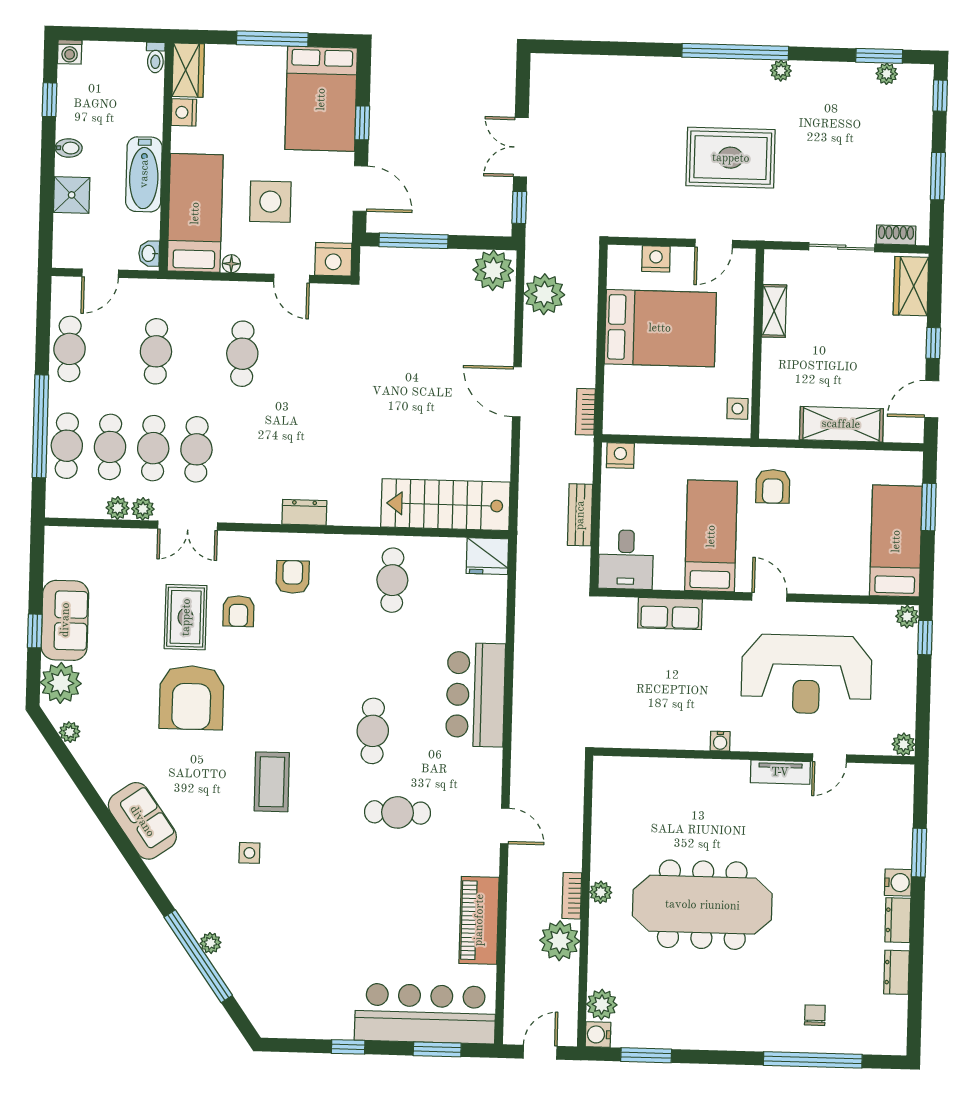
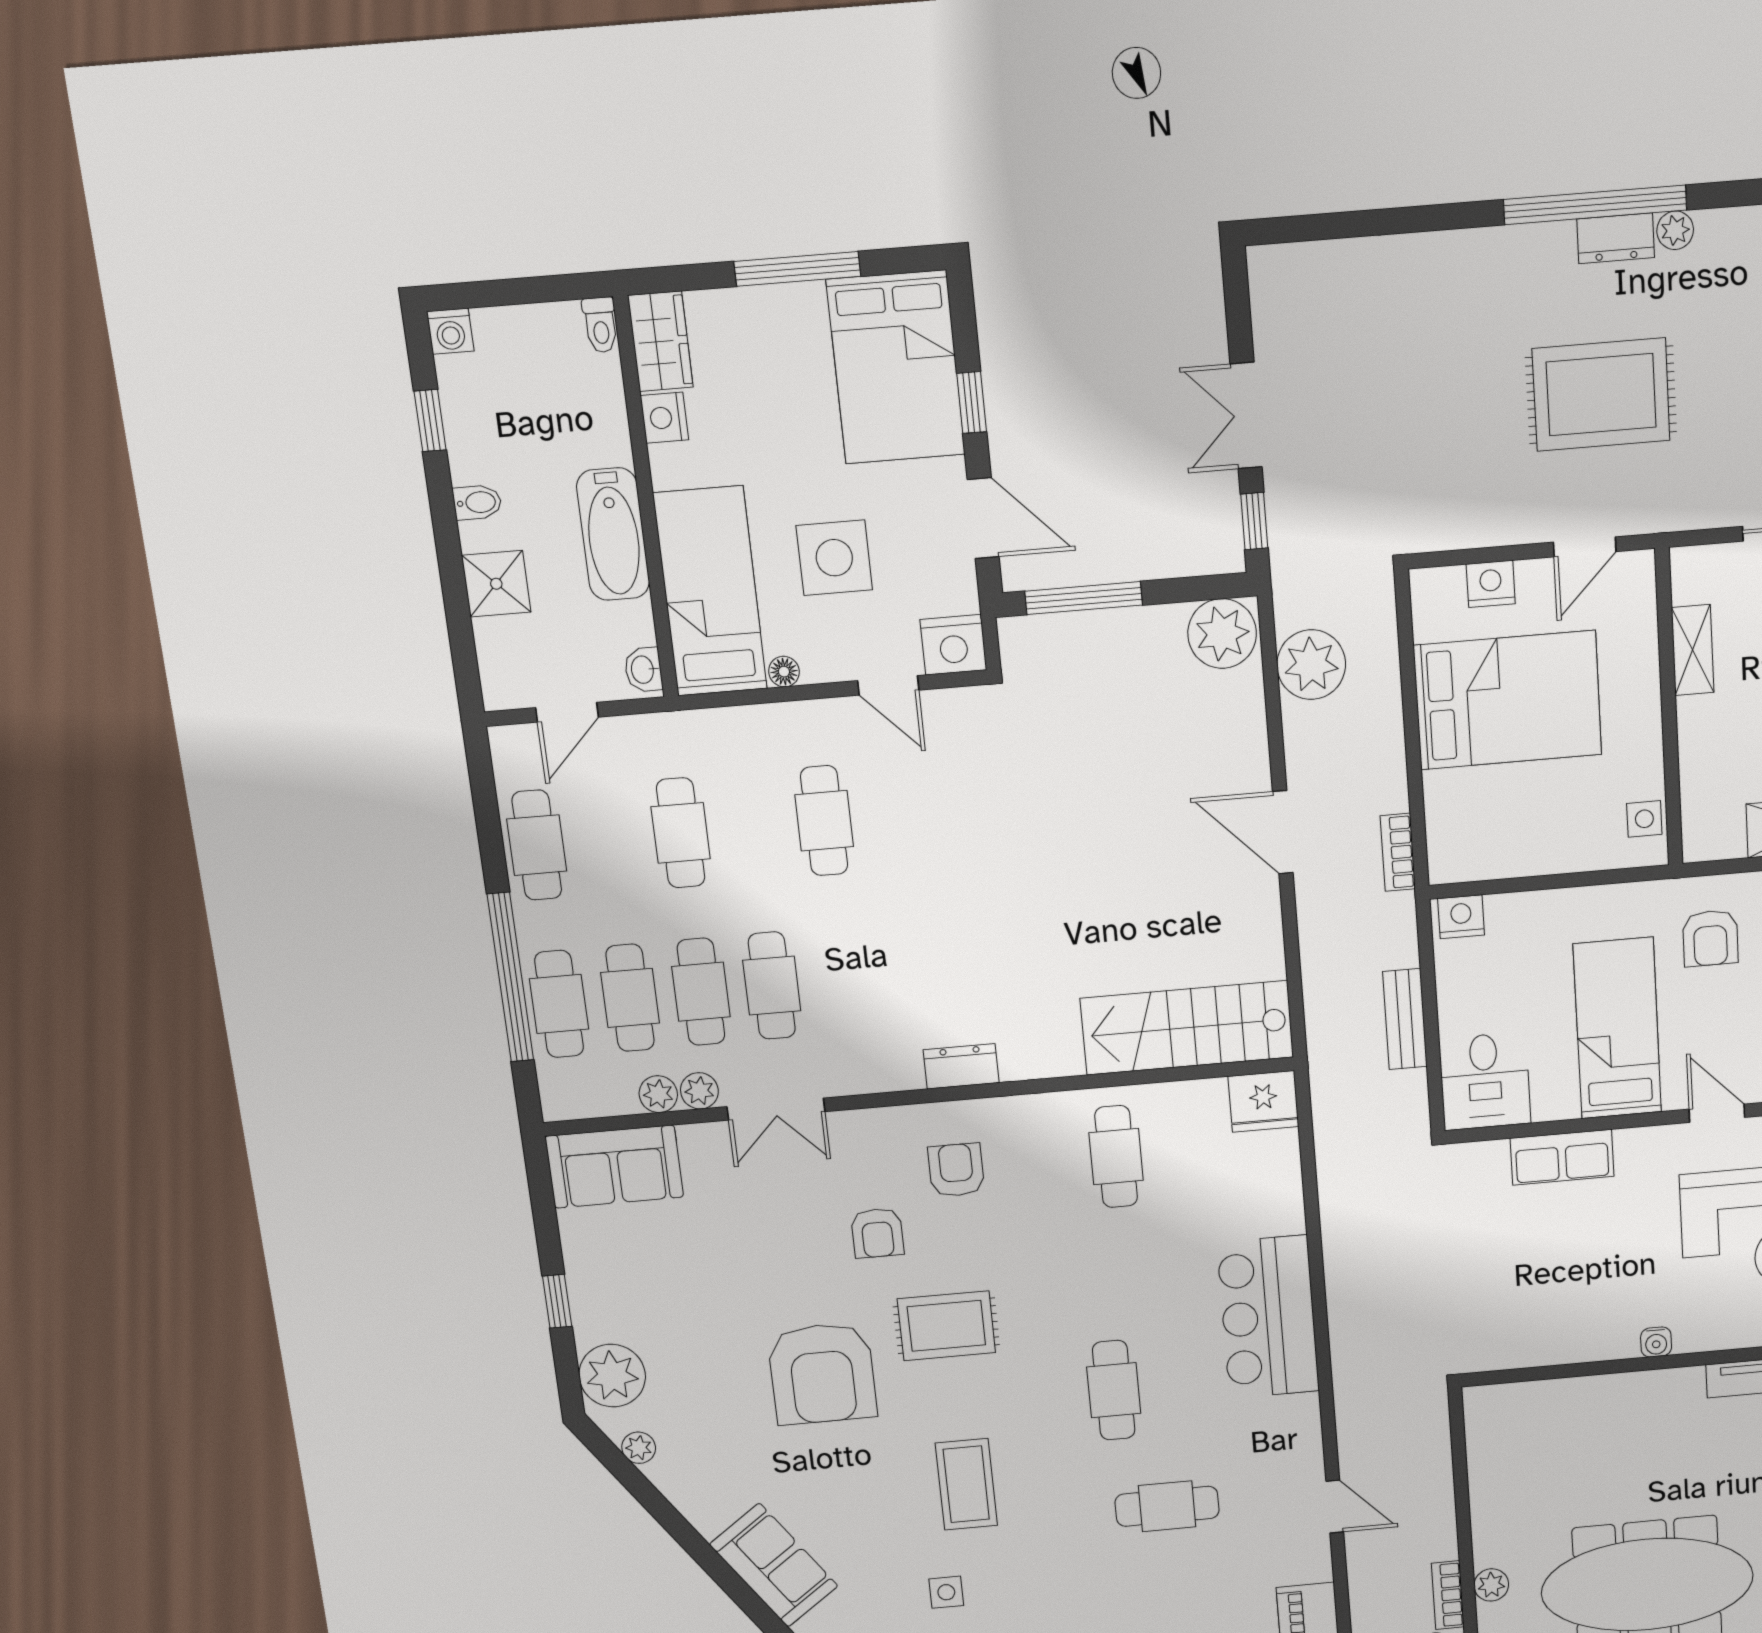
dresser: (746, 71) -> (1616, 238), added
rug: (186, 617) -> (946, 1326), moved, turned 90
sofa: (65, 620) -> (614, 1167), moved, turned 90

